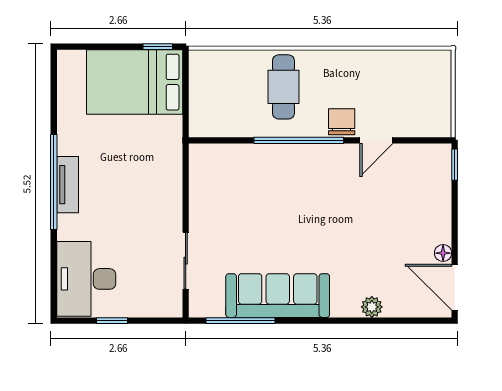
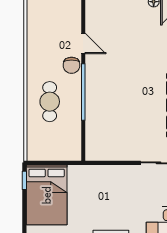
cafe table: (283, 87) -> (50, 102), turned 90
chair: (342, 122) -> (71, 65), turned -90

